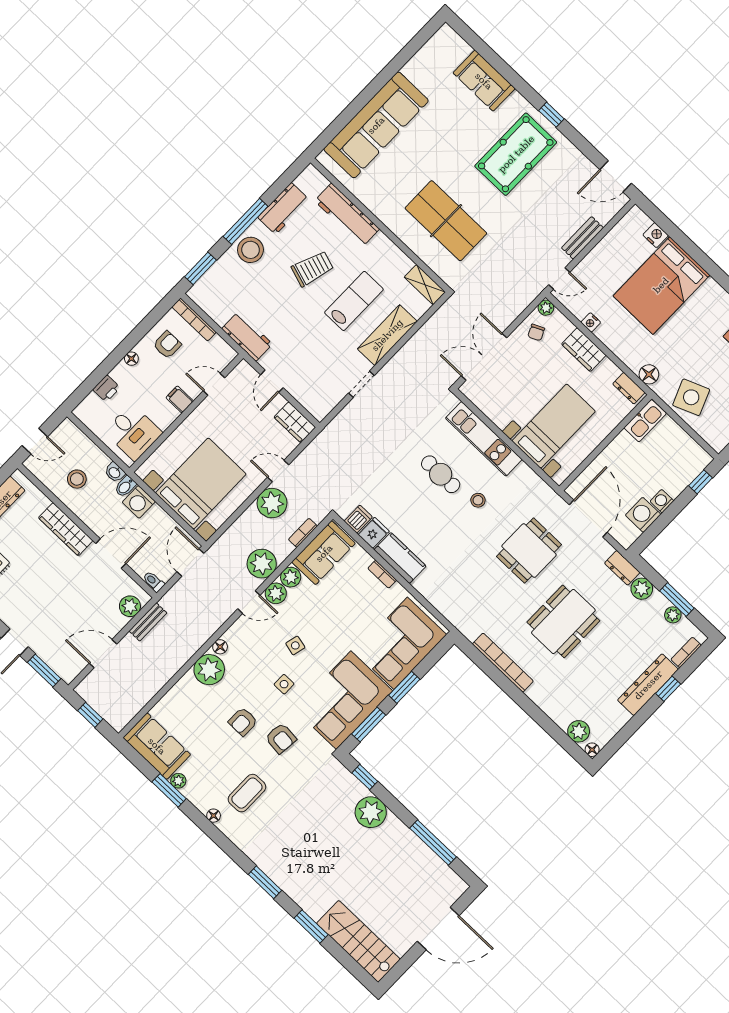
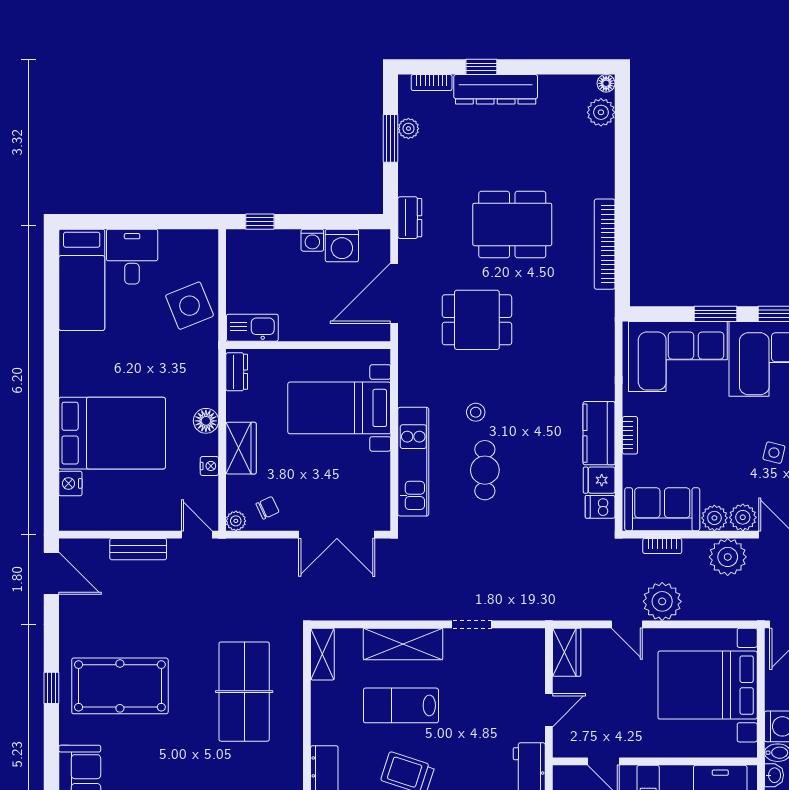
floor lamp: (649, 374) -> (206, 421), moved
plant: (642, 589) -> (412, 181), removed

